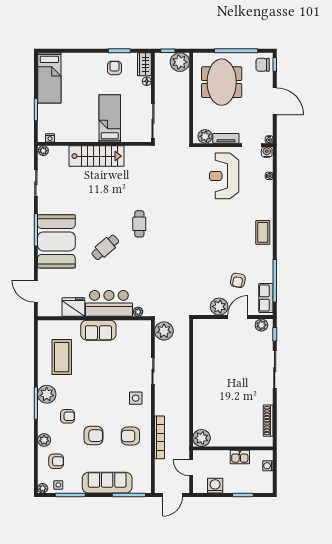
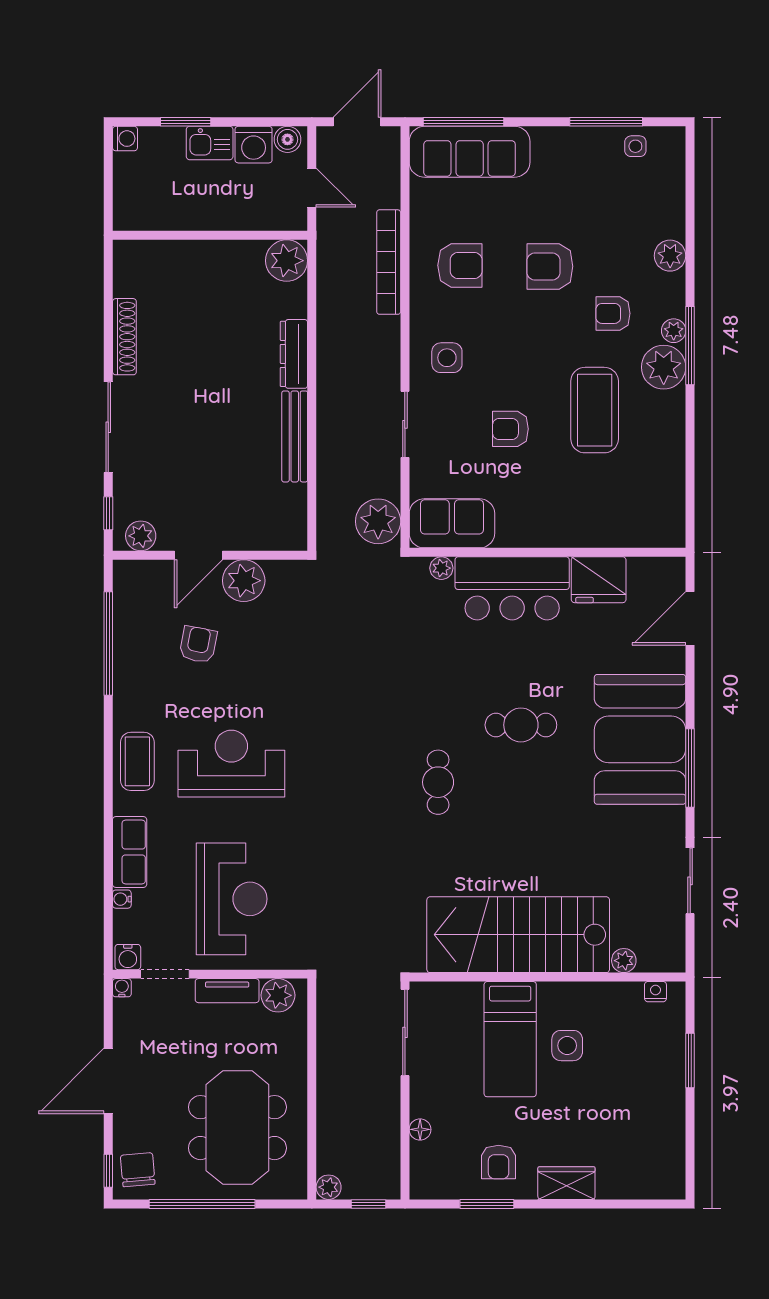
plant: (180, 62) -> (329, 1187), width x0.53, depth x0.53
wardrobe: (144, 64) -> (566, 1183), moved, turned -90
chair: (263, 65) -> (138, 1170), turned -95
bed: (49, 78) -> (657, 1138), removed
door: (275, 101) -> (108, 1081), hinge flipped
side table: (86, 116) -> (567, 1046), added
plant: (43, 151) -> (624, 961), moved
stairs: (96, 156) -> (518, 935), width x1.36, depth x1.51
reception desk: (224, 232) -> (231, 764), added
cafe table: (105, 247) -> (521, 725), turned 41
door: (36, 291) -> (690, 618), swing flipped
row of seats: (266, 298) -> (130, 852), moved
sofa: (98, 330) -> (452, 523), moved
coffee table: (62, 357) -> (595, 410), moved
bench: (198, 366) -> (295, 436), added
dresser: (198, 400) -> (294, 354), added
shoe rack: (268, 421) -> (124, 337), moved
kitchen sink: (240, 457) -> (210, 143), moved, turned 180
armchair: (56, 461) -> (510, 429), moved
washing machine: (268, 466) -> (125, 139), moved
sofa: (107, 483) -> (470, 152), moved
plant: (43, 488) -> (674, 331), moved
boiler: (201, 488) -> (287, 139), added

